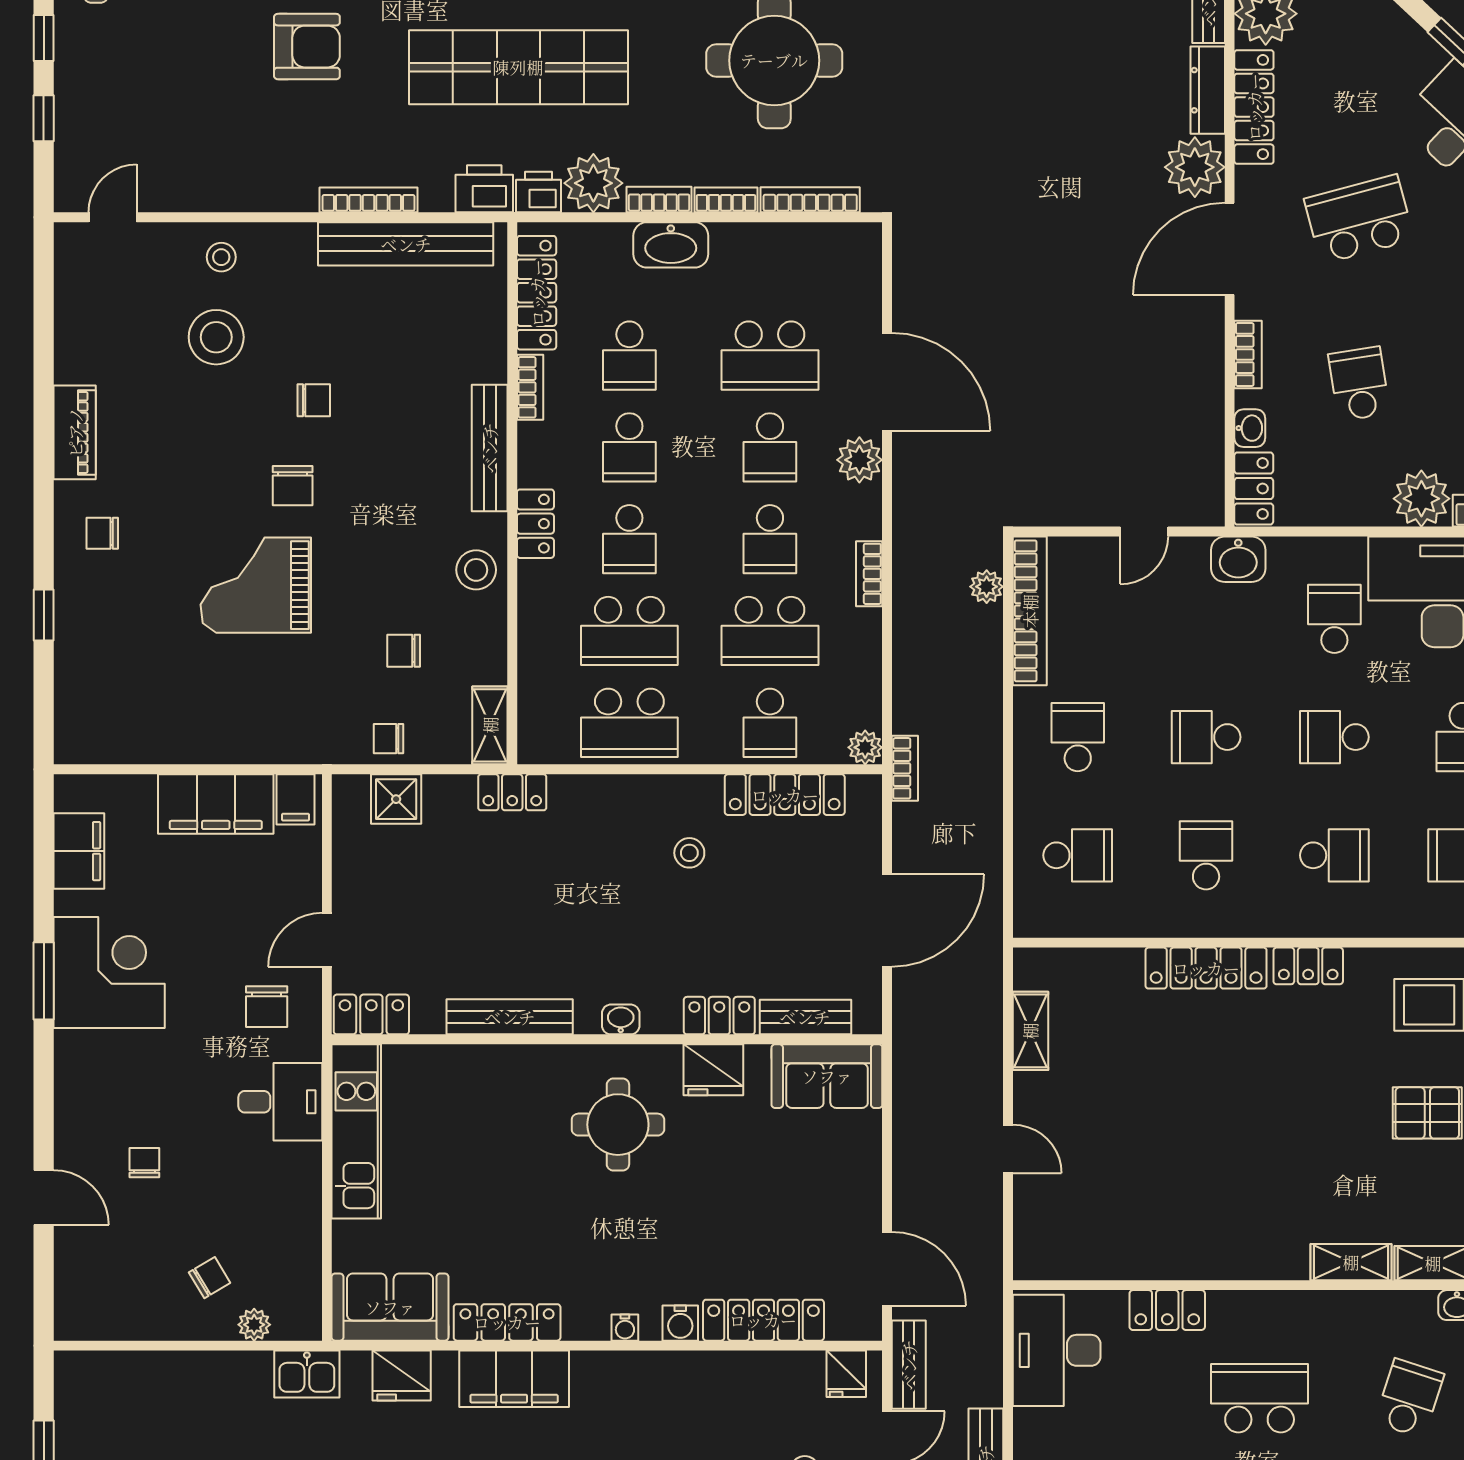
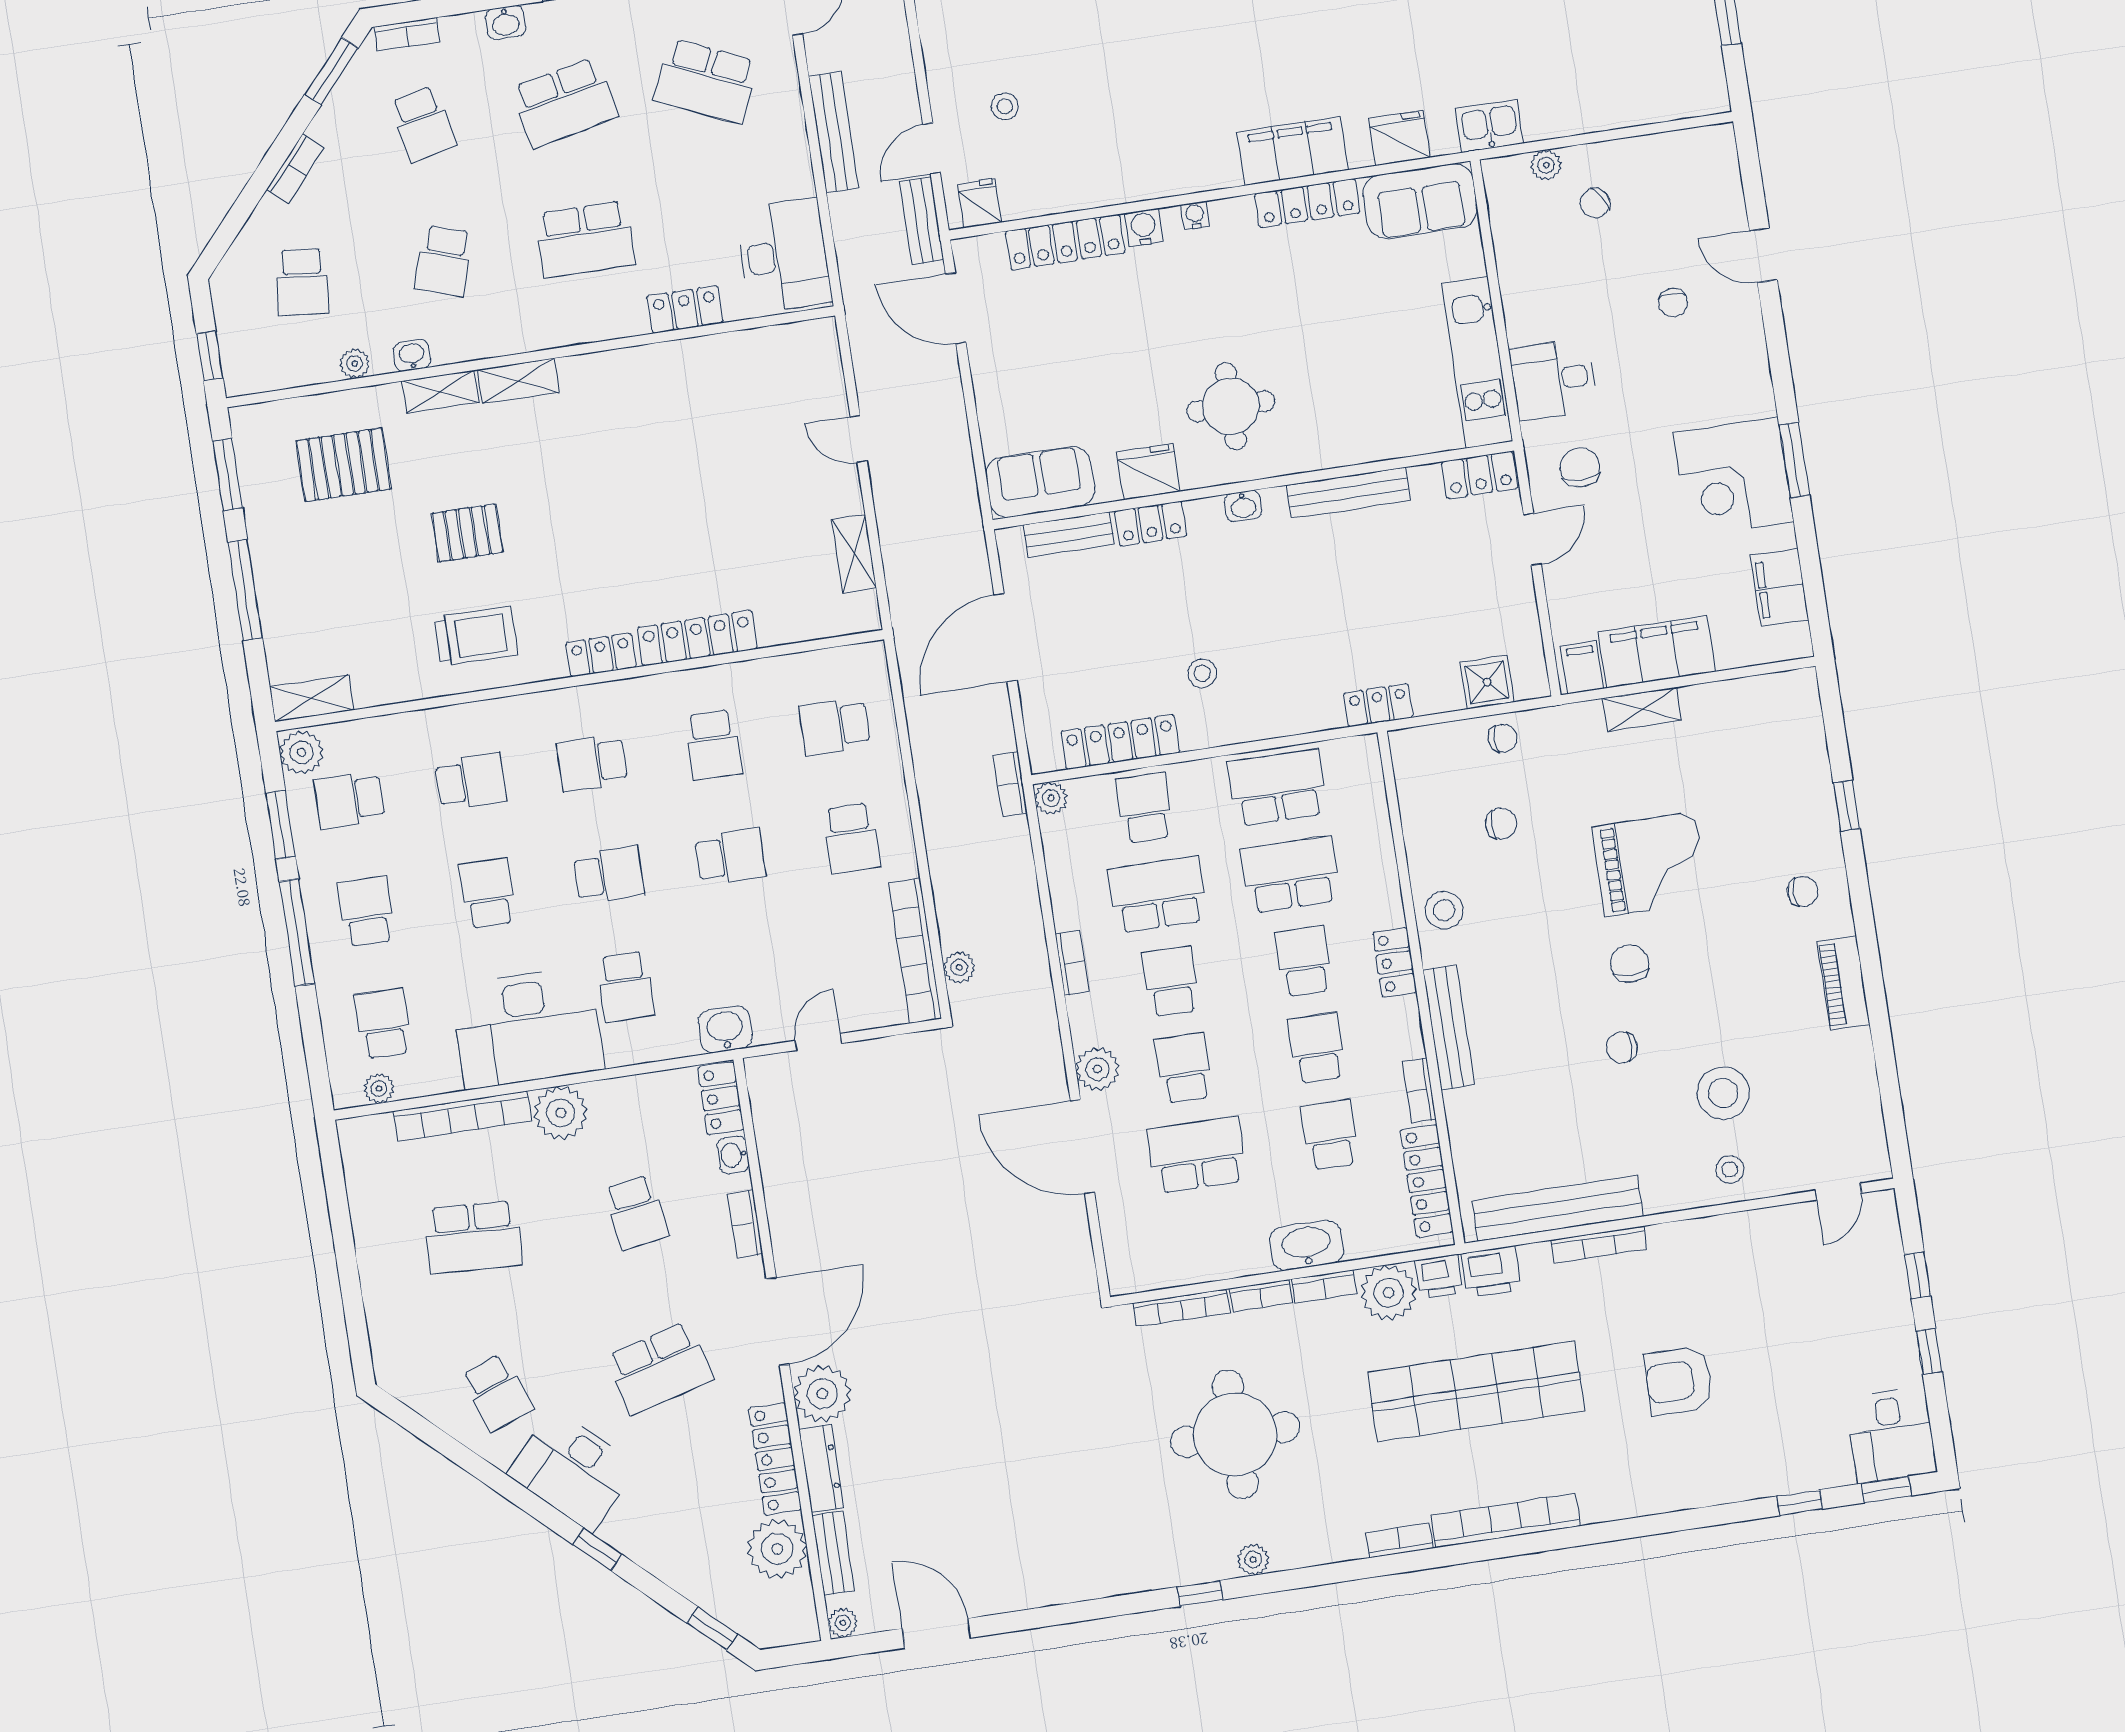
shelving: (490, 725) -> (1642, 709), moved, turned 90

